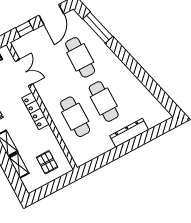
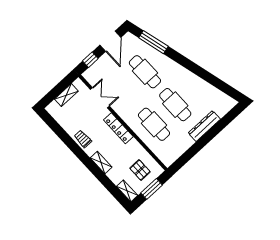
shelving: (19, 165) -> (127, 191), moved
window: (54, 186) -> (152, 189), added

